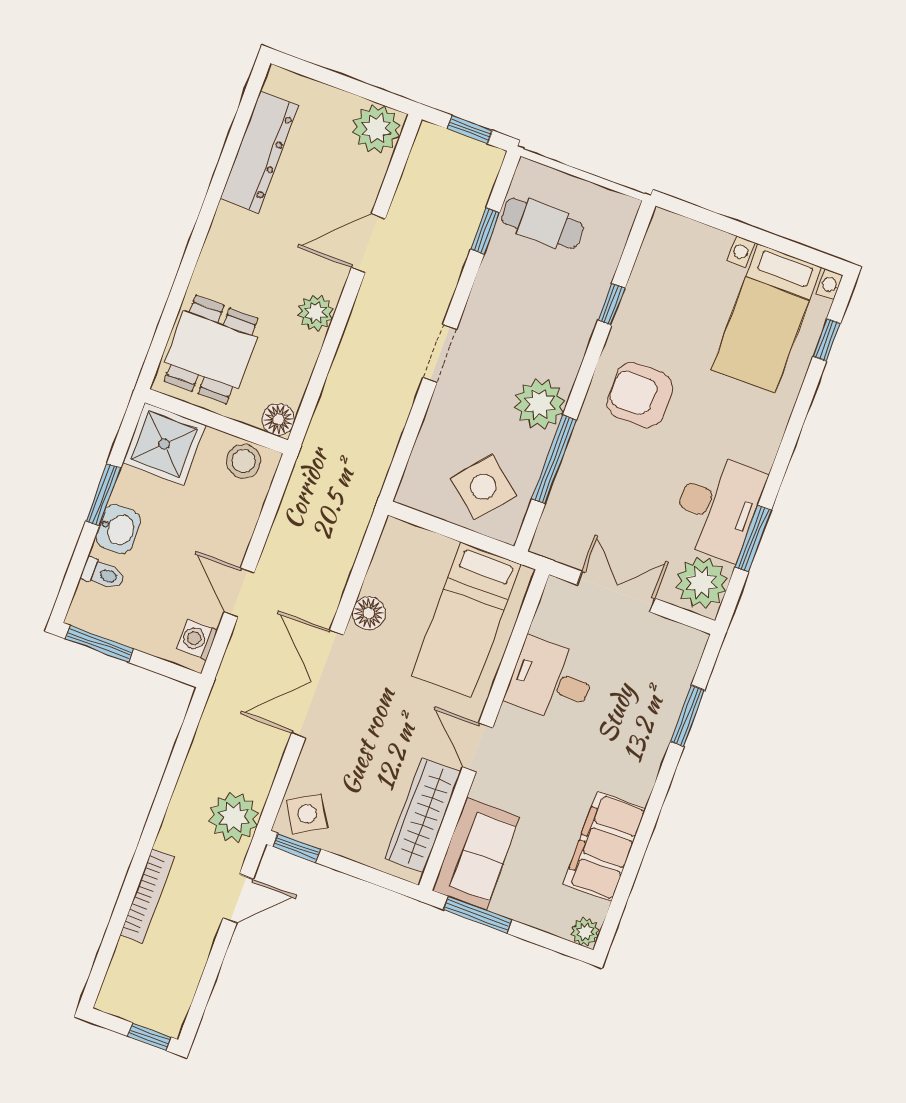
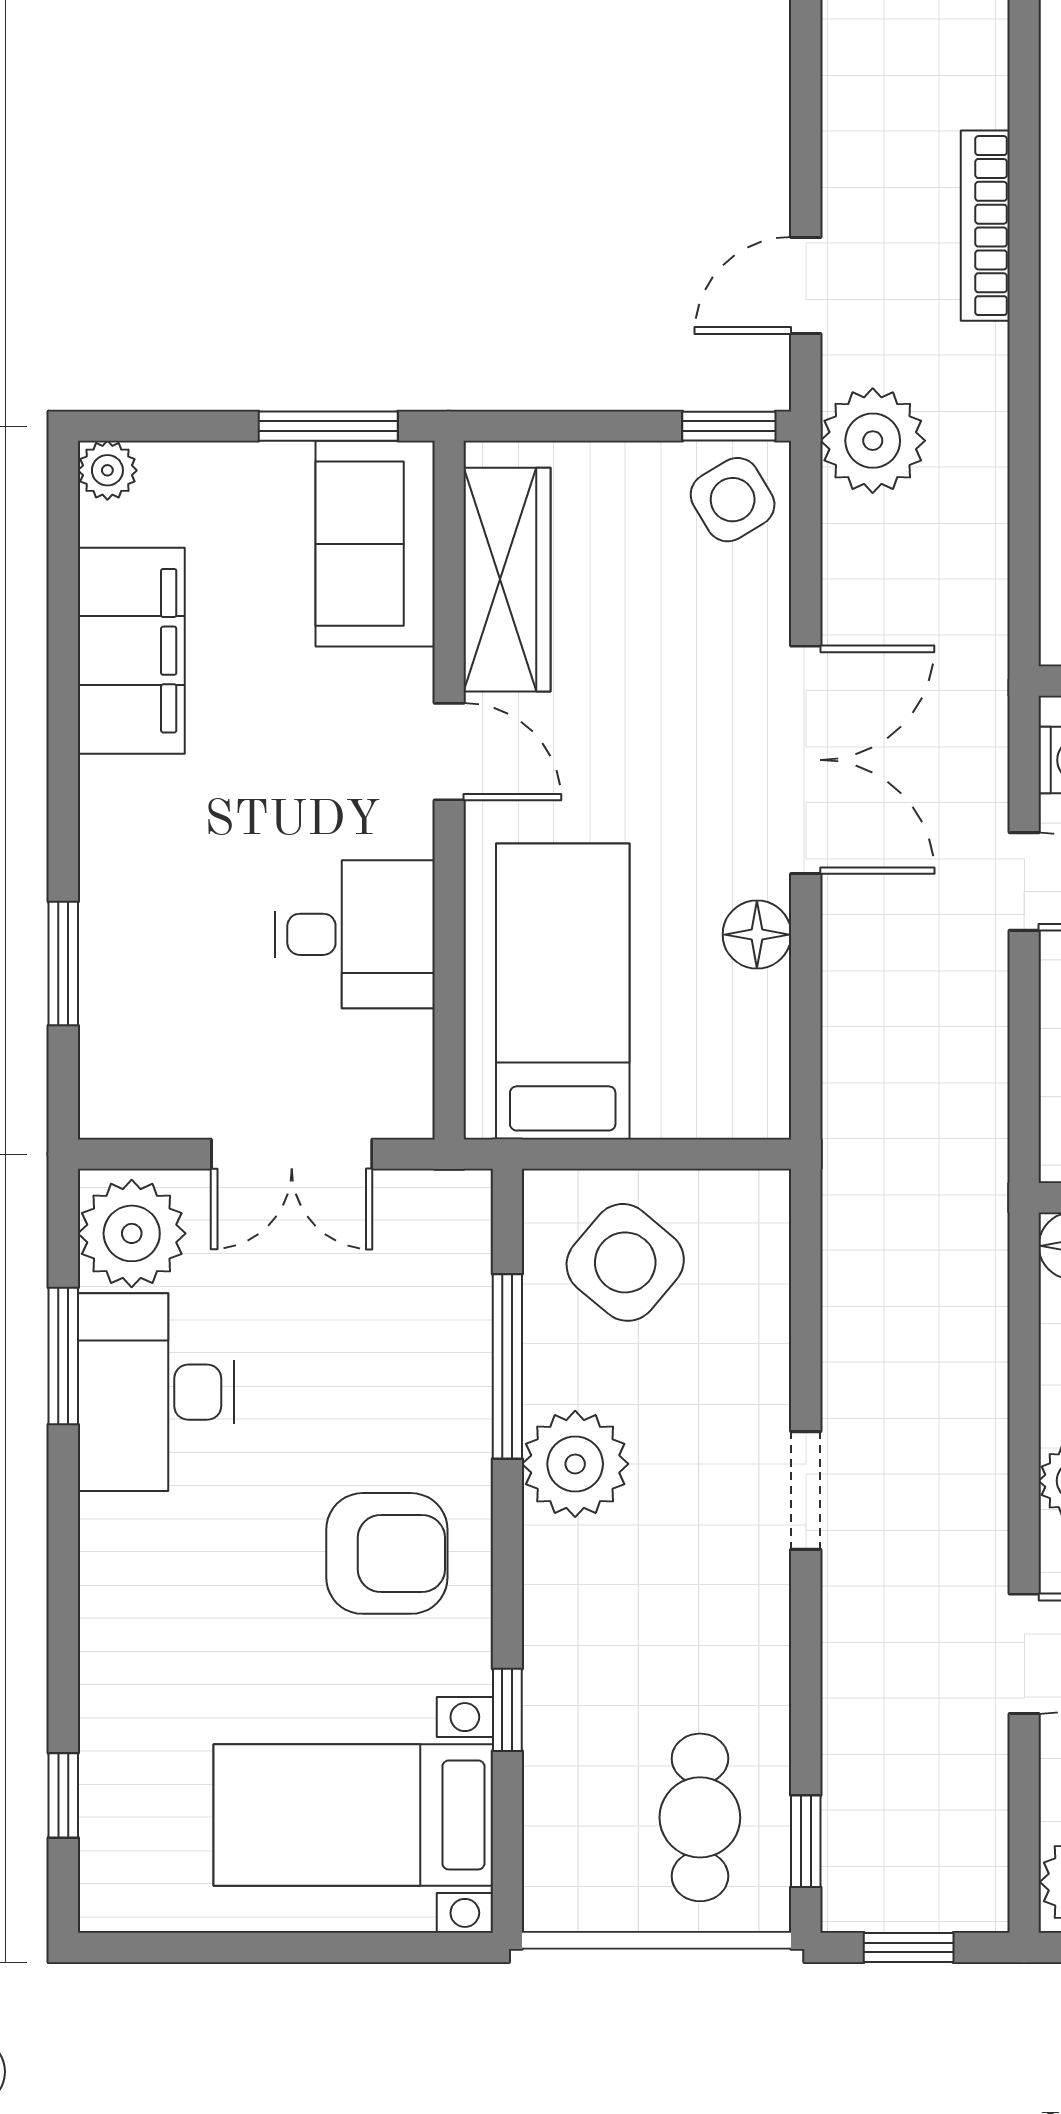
cafe table: (542, 223) -> (700, 1817), turned 90
window: (485, 231) -> (806, 1841), moved
bed with nightstands: (766, 318) -> (353, 1815), moved, turned -90

